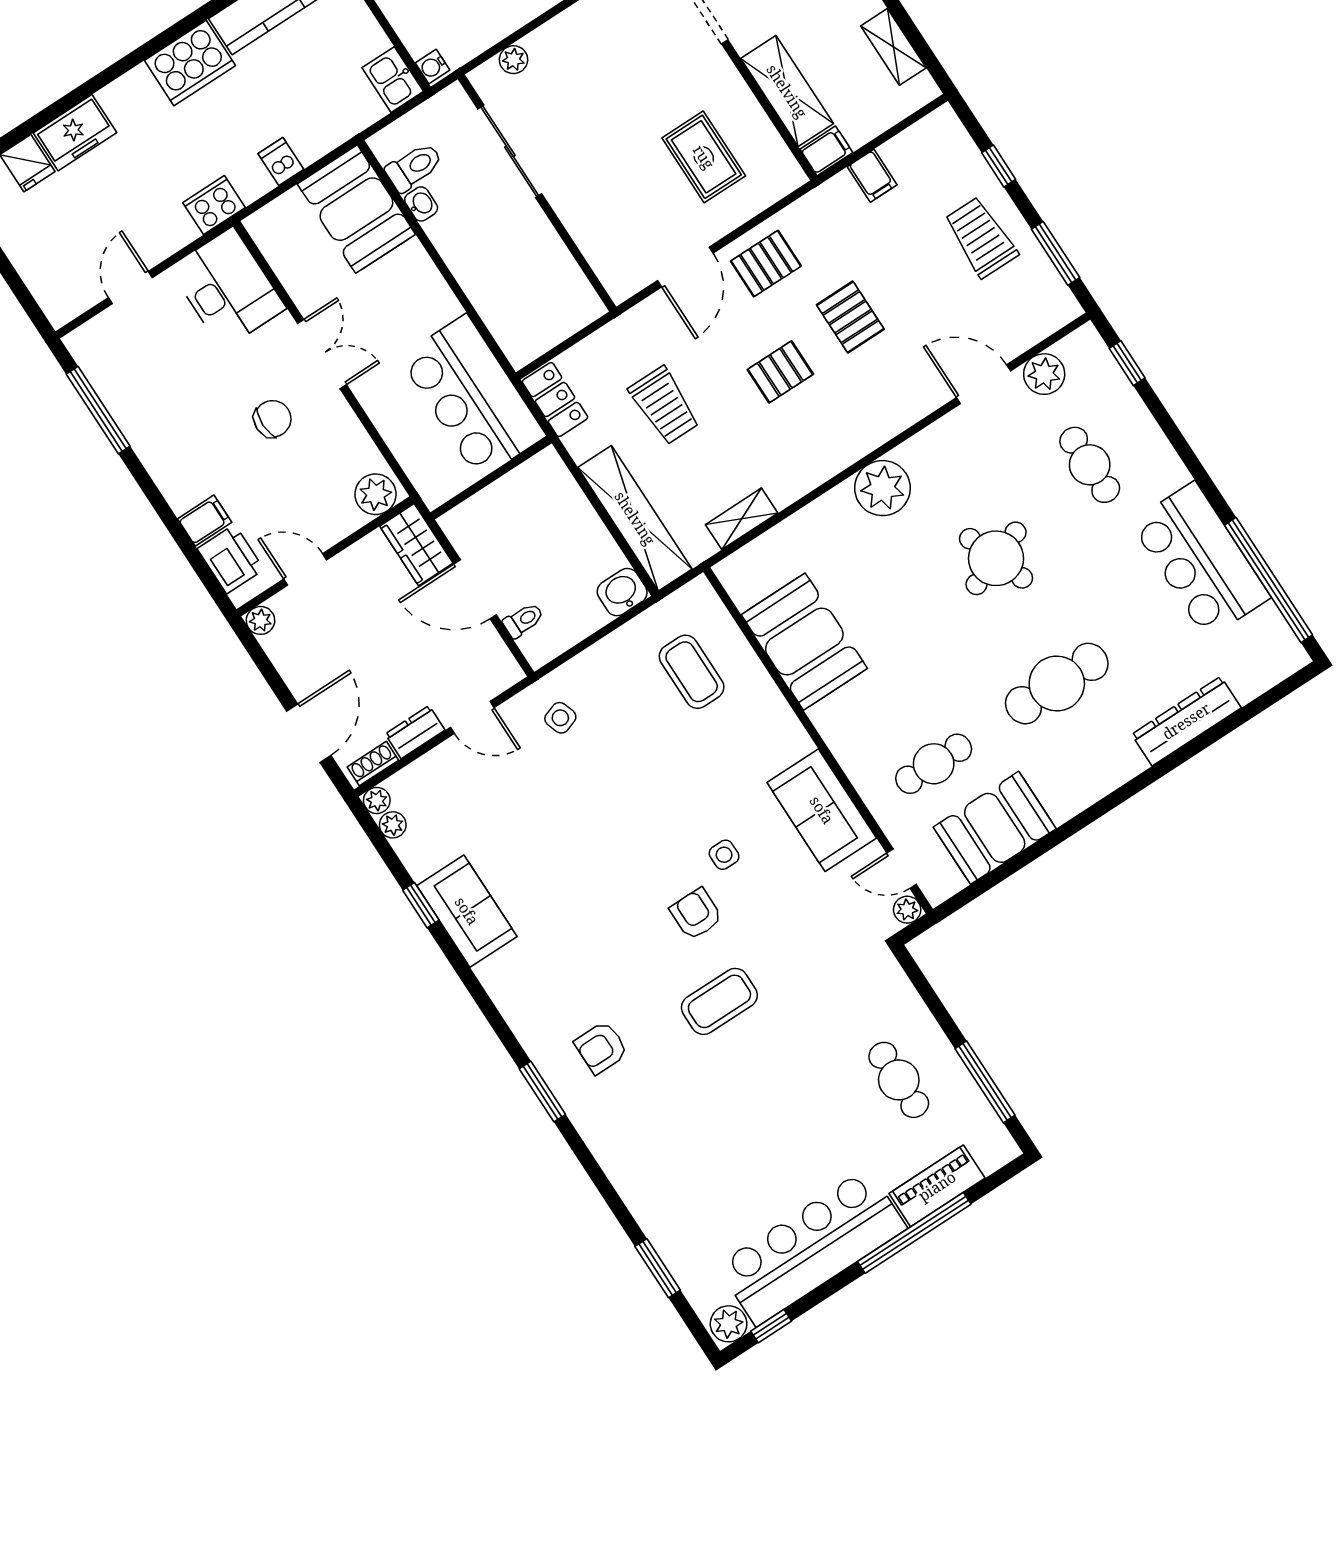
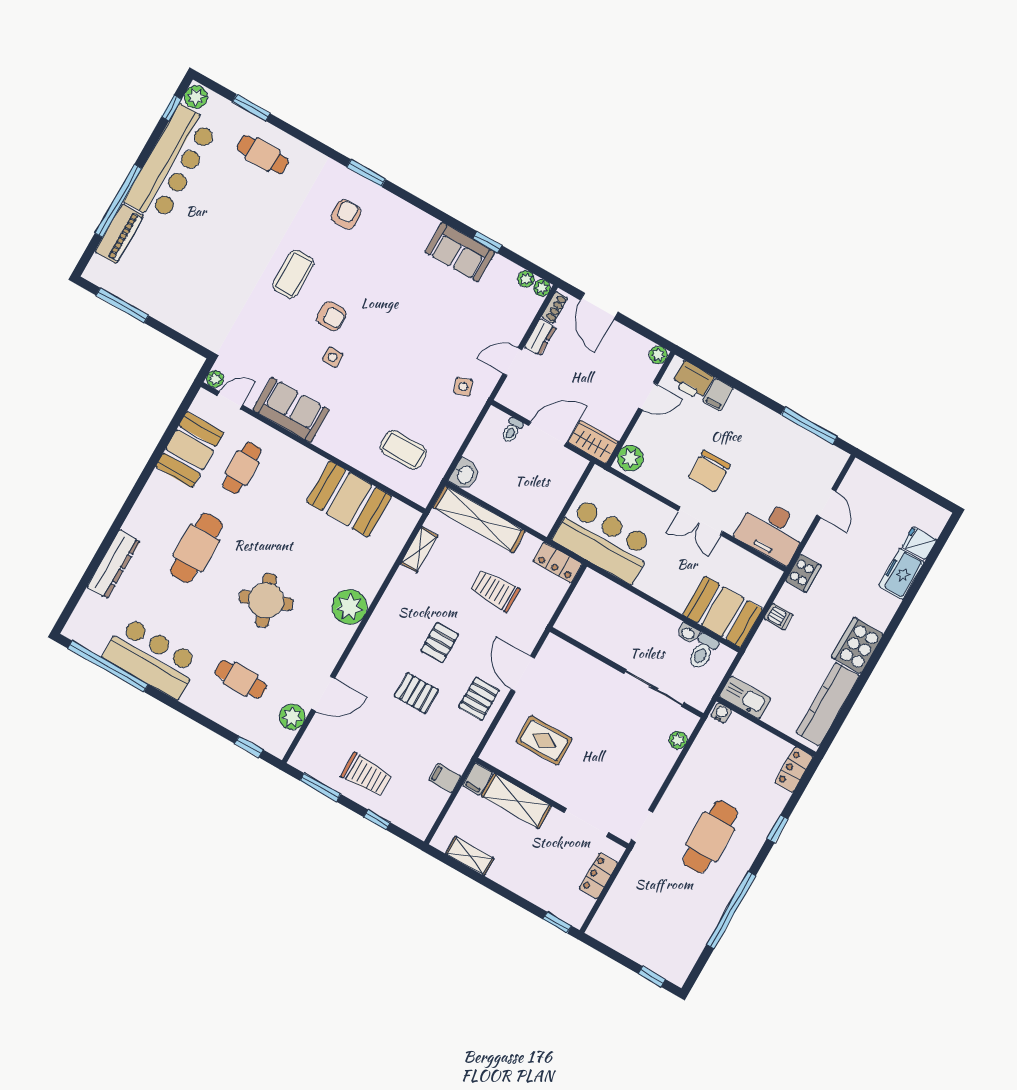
kitchen sink: (393, 80) -> (745, 697), width x1.38
chair: (273, 419) -> (709, 471), width x1.37, depth x1.37
cafe table: (899, 1080) -> (263, 155), moved

